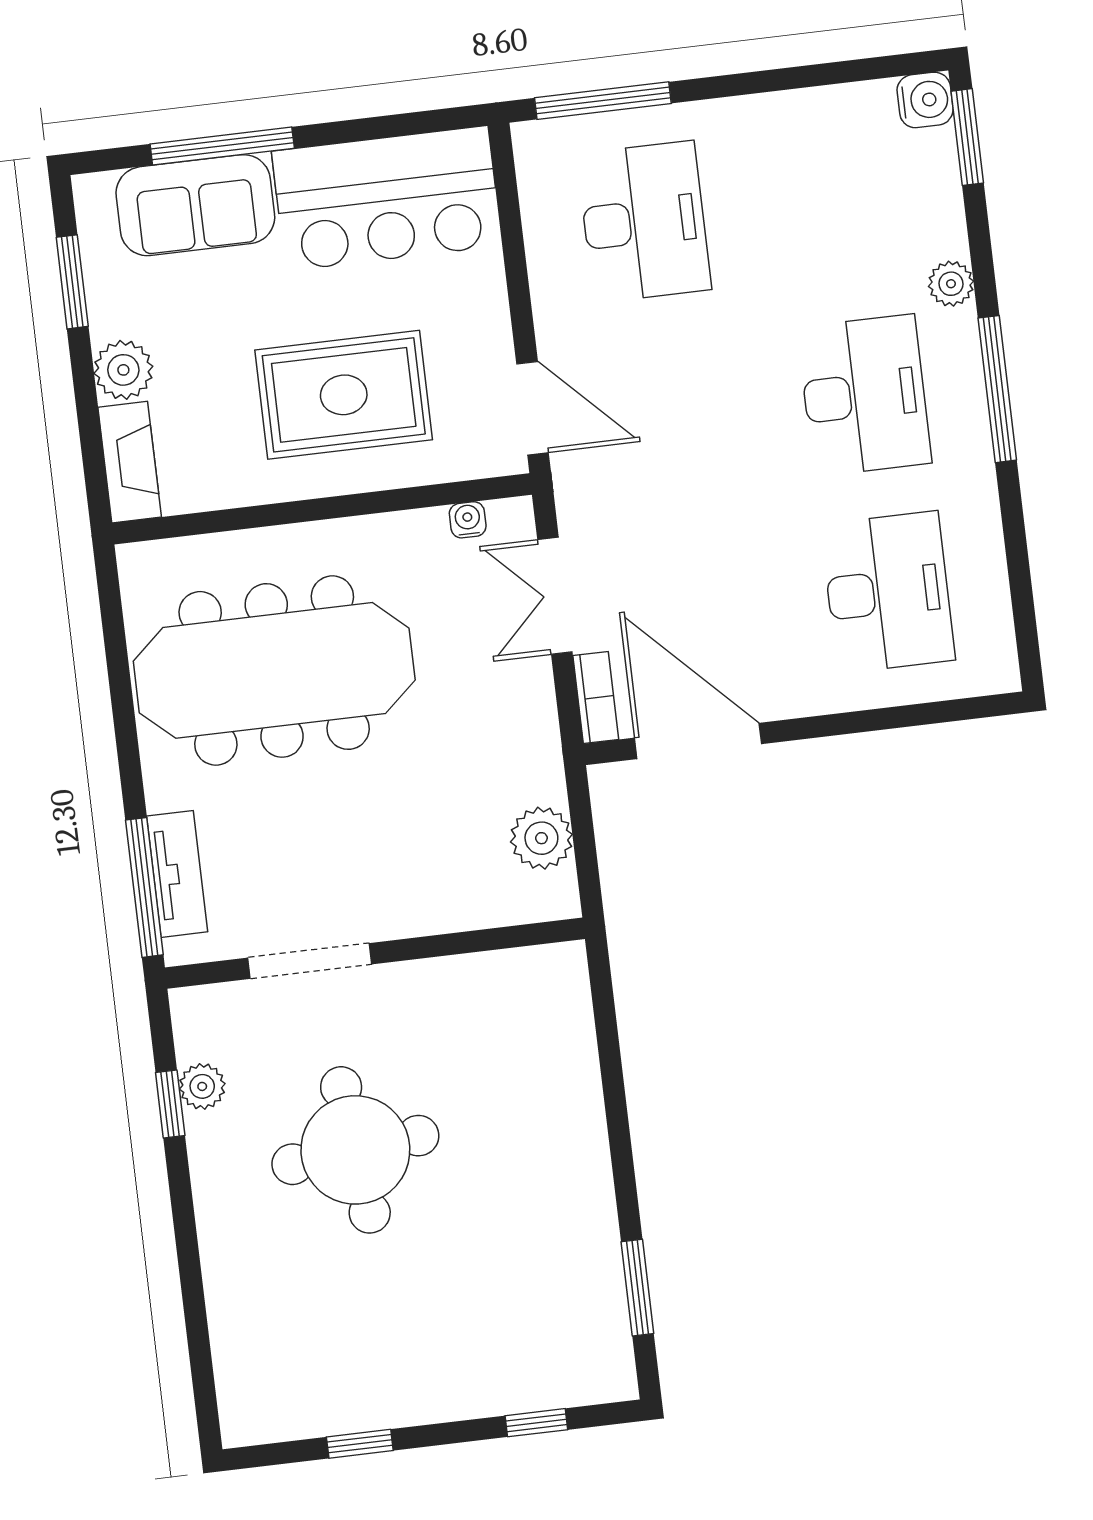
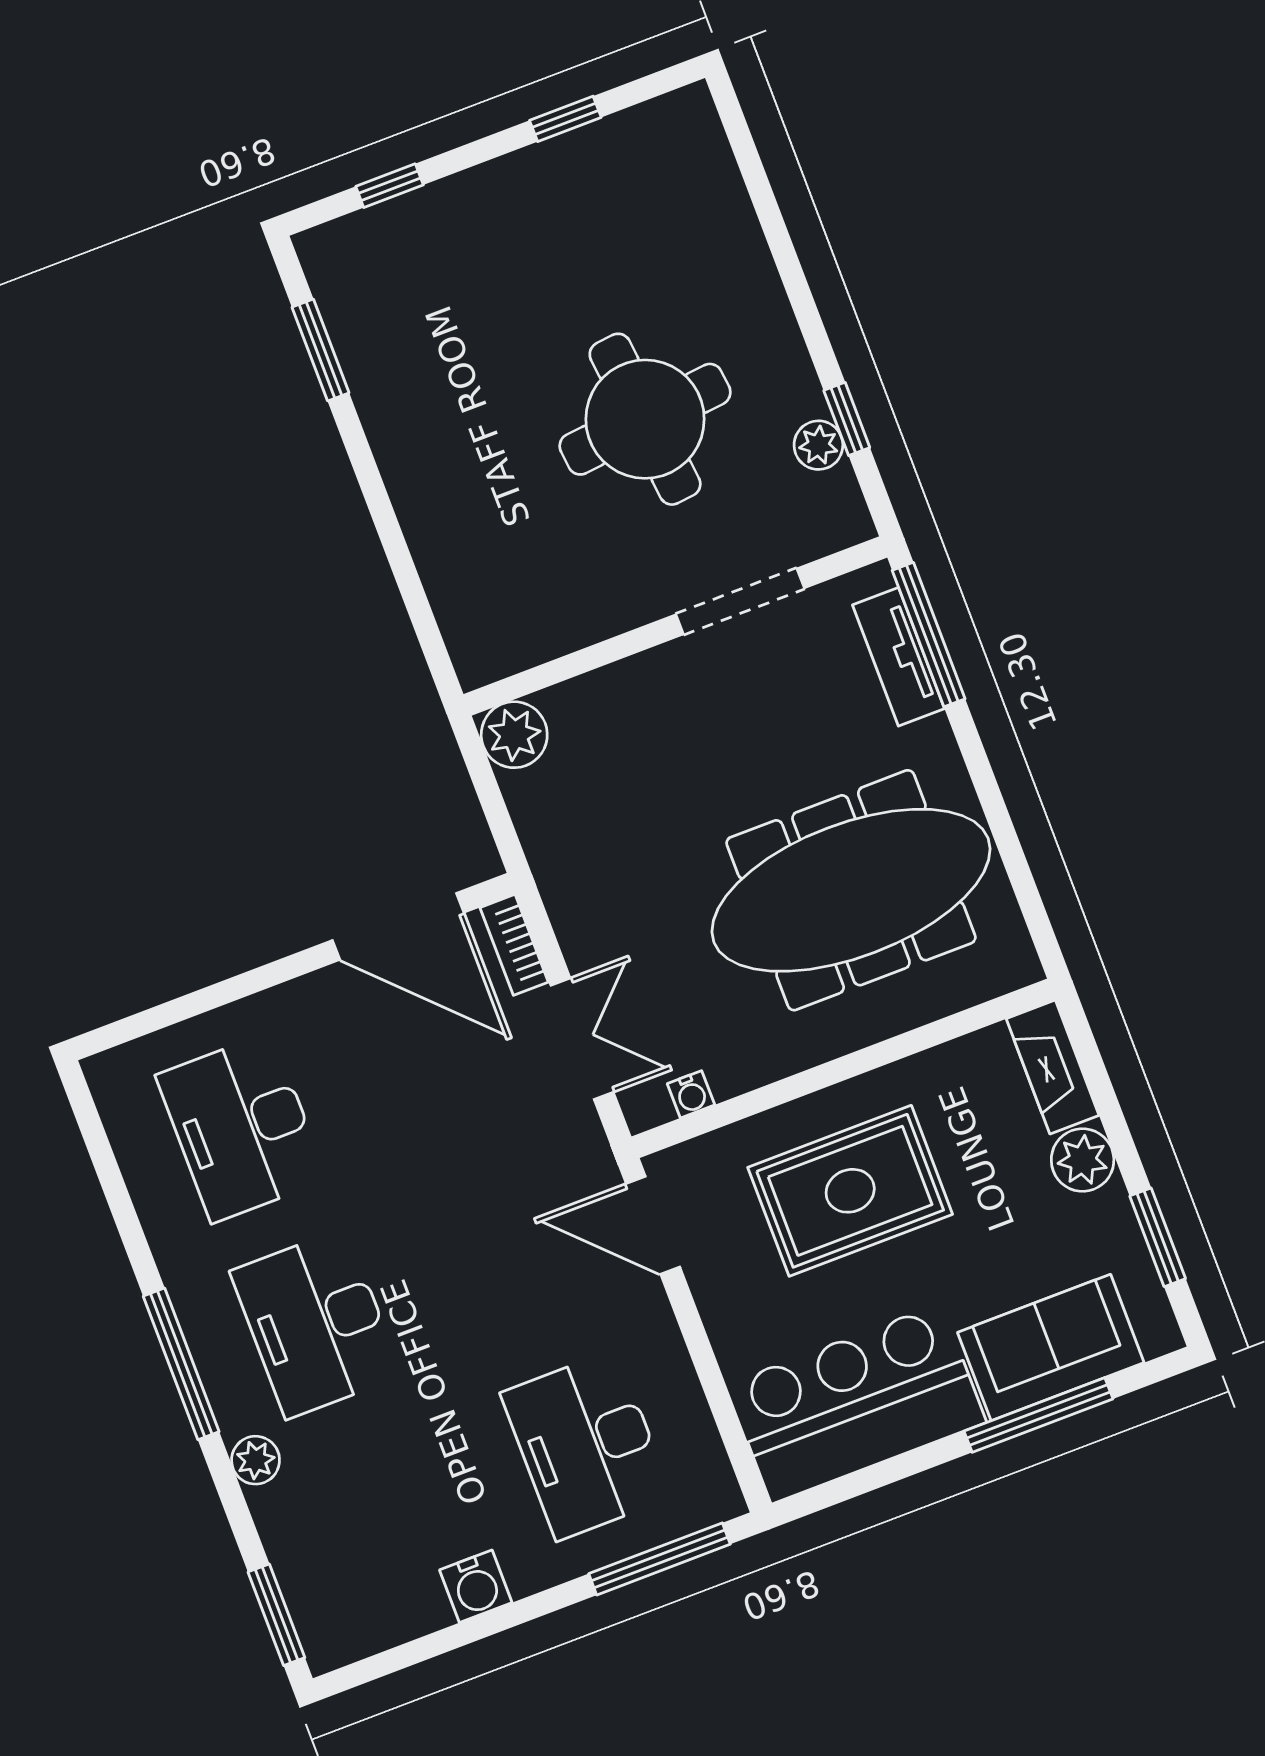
water cooler: (925, 100) -> (476, 1586), moved, turned -90
plant: (541, 838) -> (514, 735), moved

